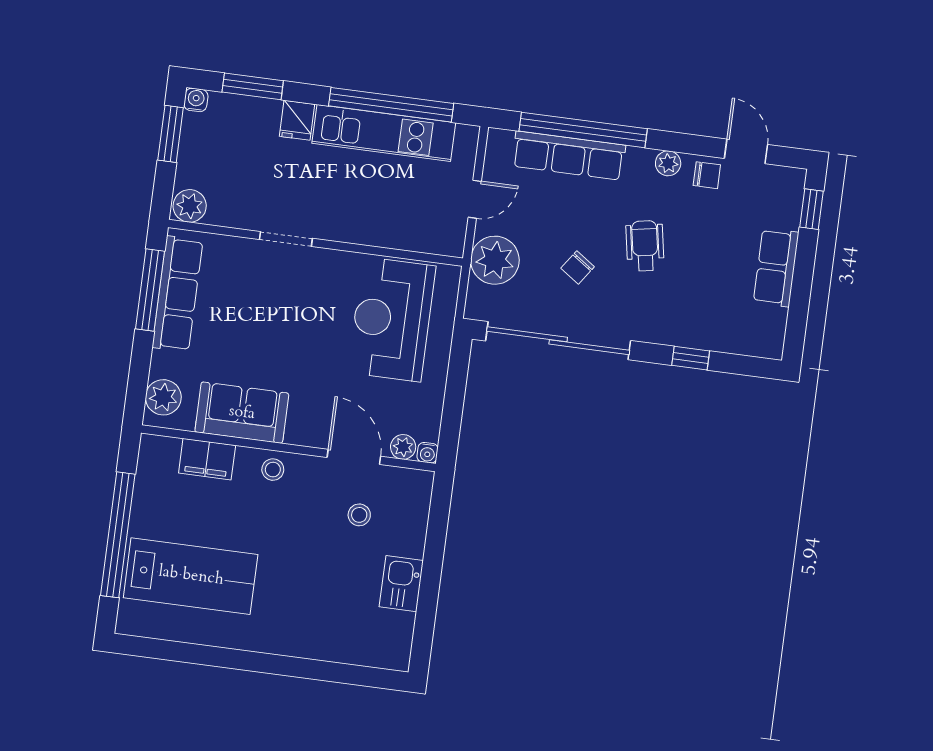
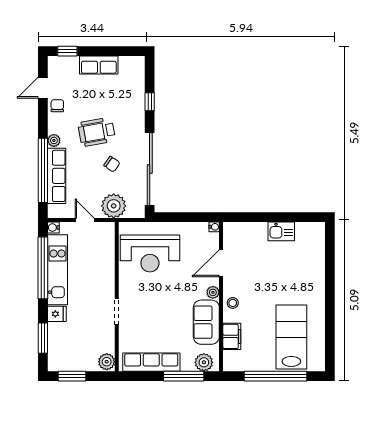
water cooler: (196, 100) -> (53, 228), moved
plant: (668, 163) -> (54, 140), moved
wheelchair: (645, 246) -> (97, 132), width x1.36, depth x1.37
window: (150, 290) -> (184, 376), moved
plant: (403, 447) -> (213, 292), moved
stool: (359, 515) -> (250, 257), removed

